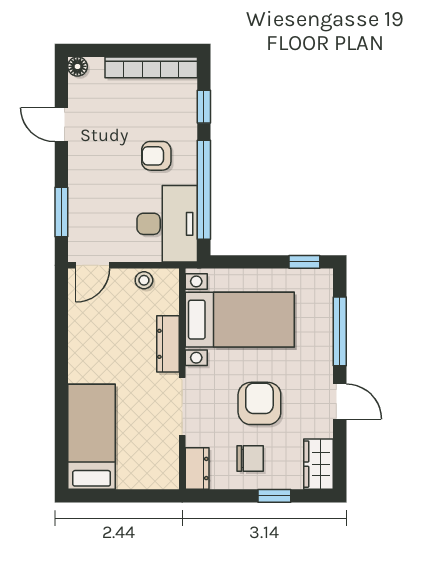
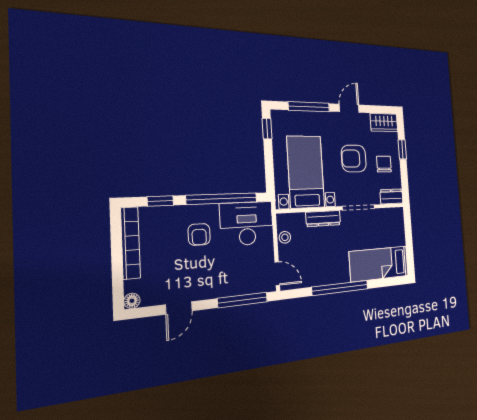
window: (61, 212) -> (243, 300), width x1.44
window: (61, 365) -> (340, 288), added

